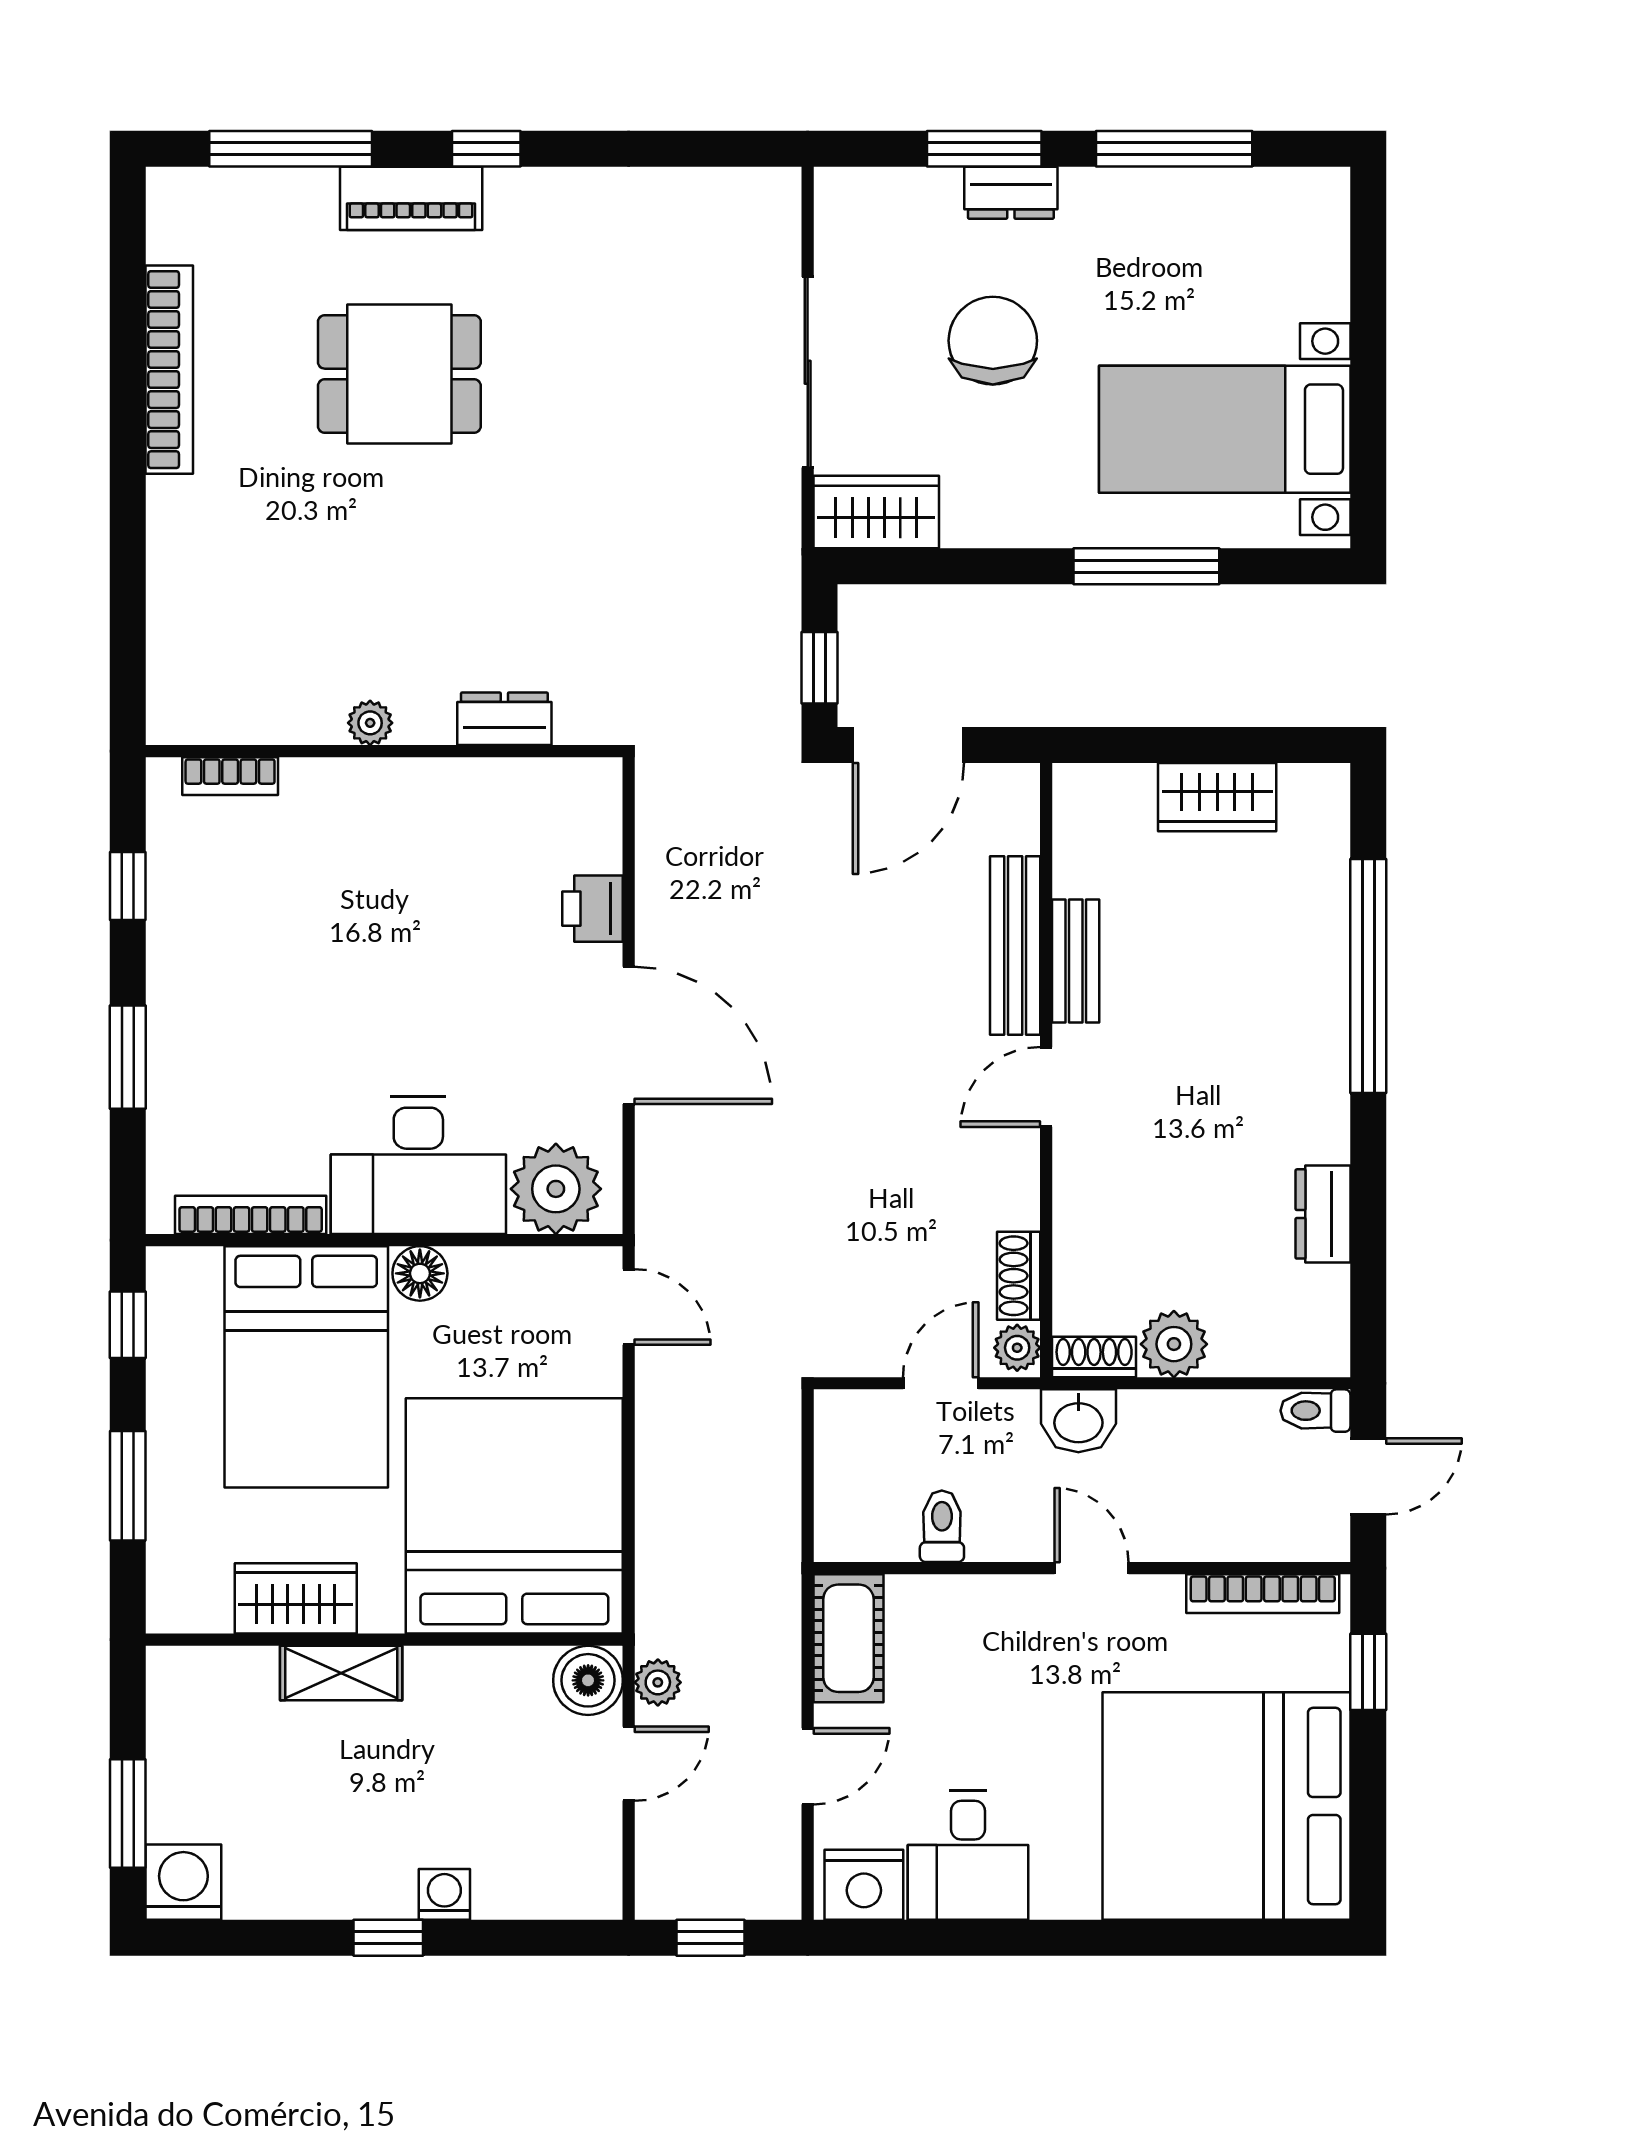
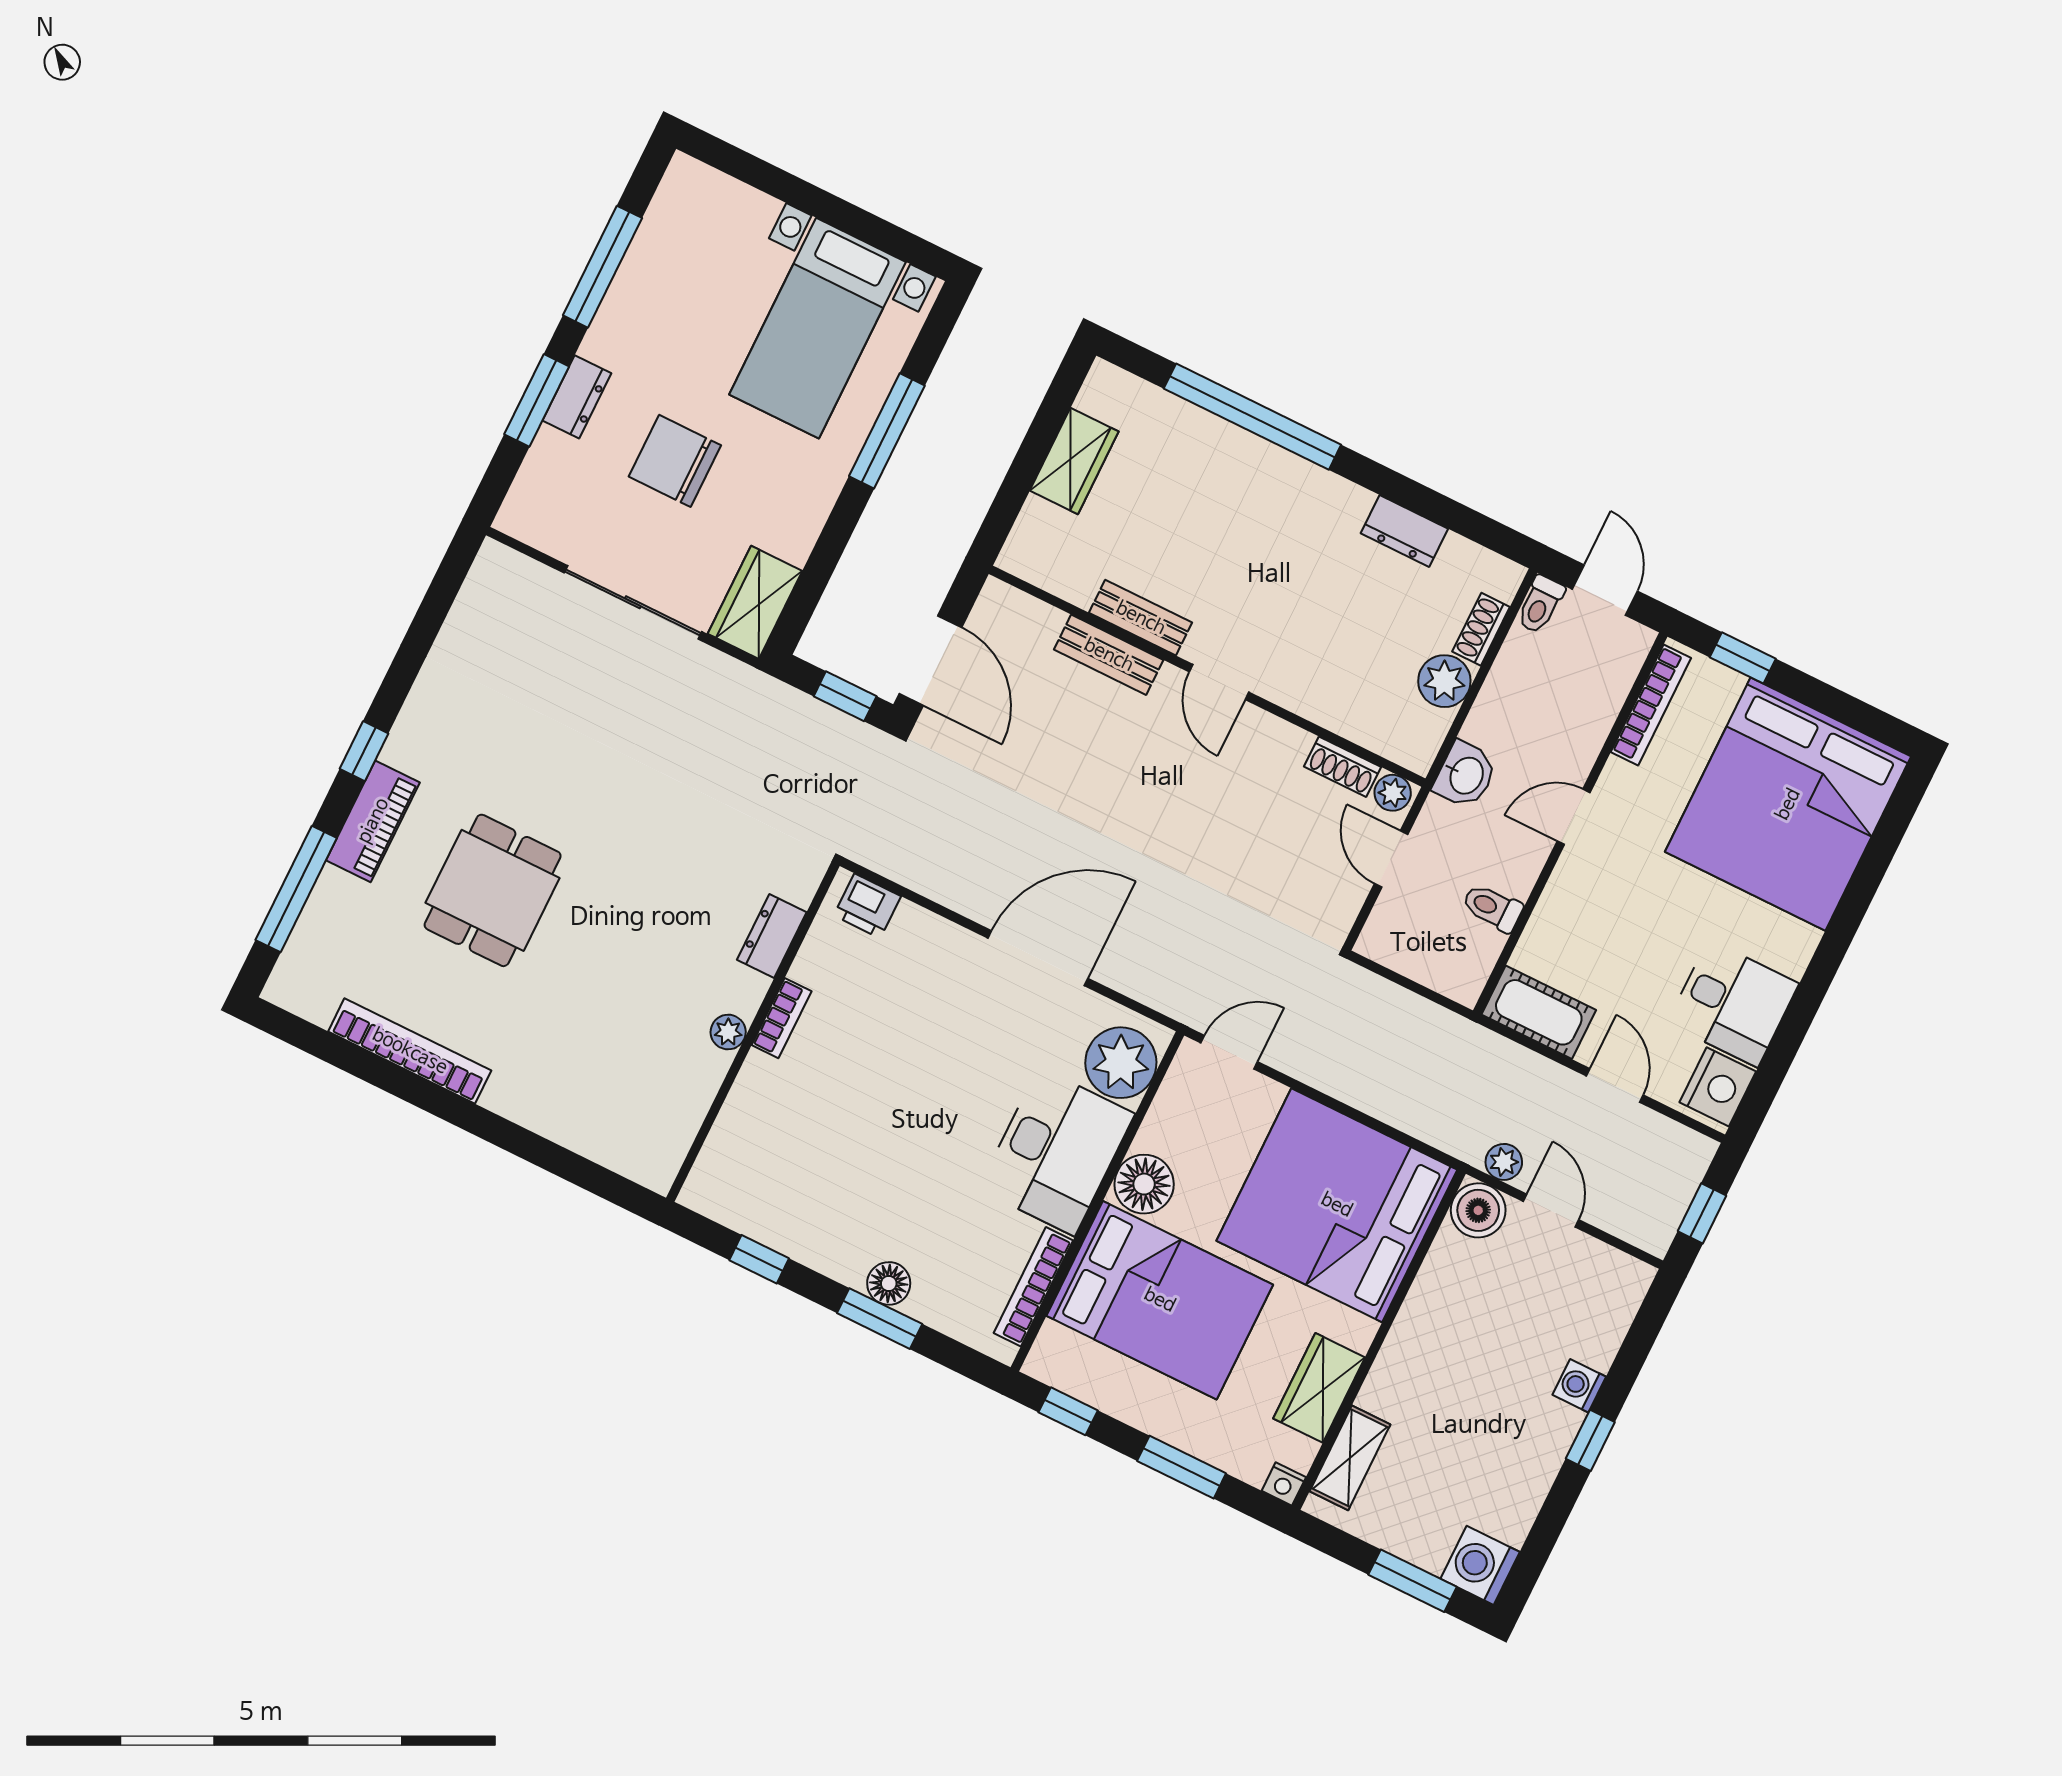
bookcase: (230, 776) -> (782, 1018), moved
printer: (593, 909) -> (867, 906), moved
bench: (1015, 946) -> (1109, 655), width x0.73
floor lamp: (173, 1048) -> (889, 1283), added
floor lamp: (420, 1273) -> (1144, 1184), width x1.38, depth x1.38
shoe rack: (1094, 1357) -> (1481, 629), moved
nightstand: (166, 1612) -> (1284, 1484), added
shelving: (341, 1673) -> (1350, 1458), moved

